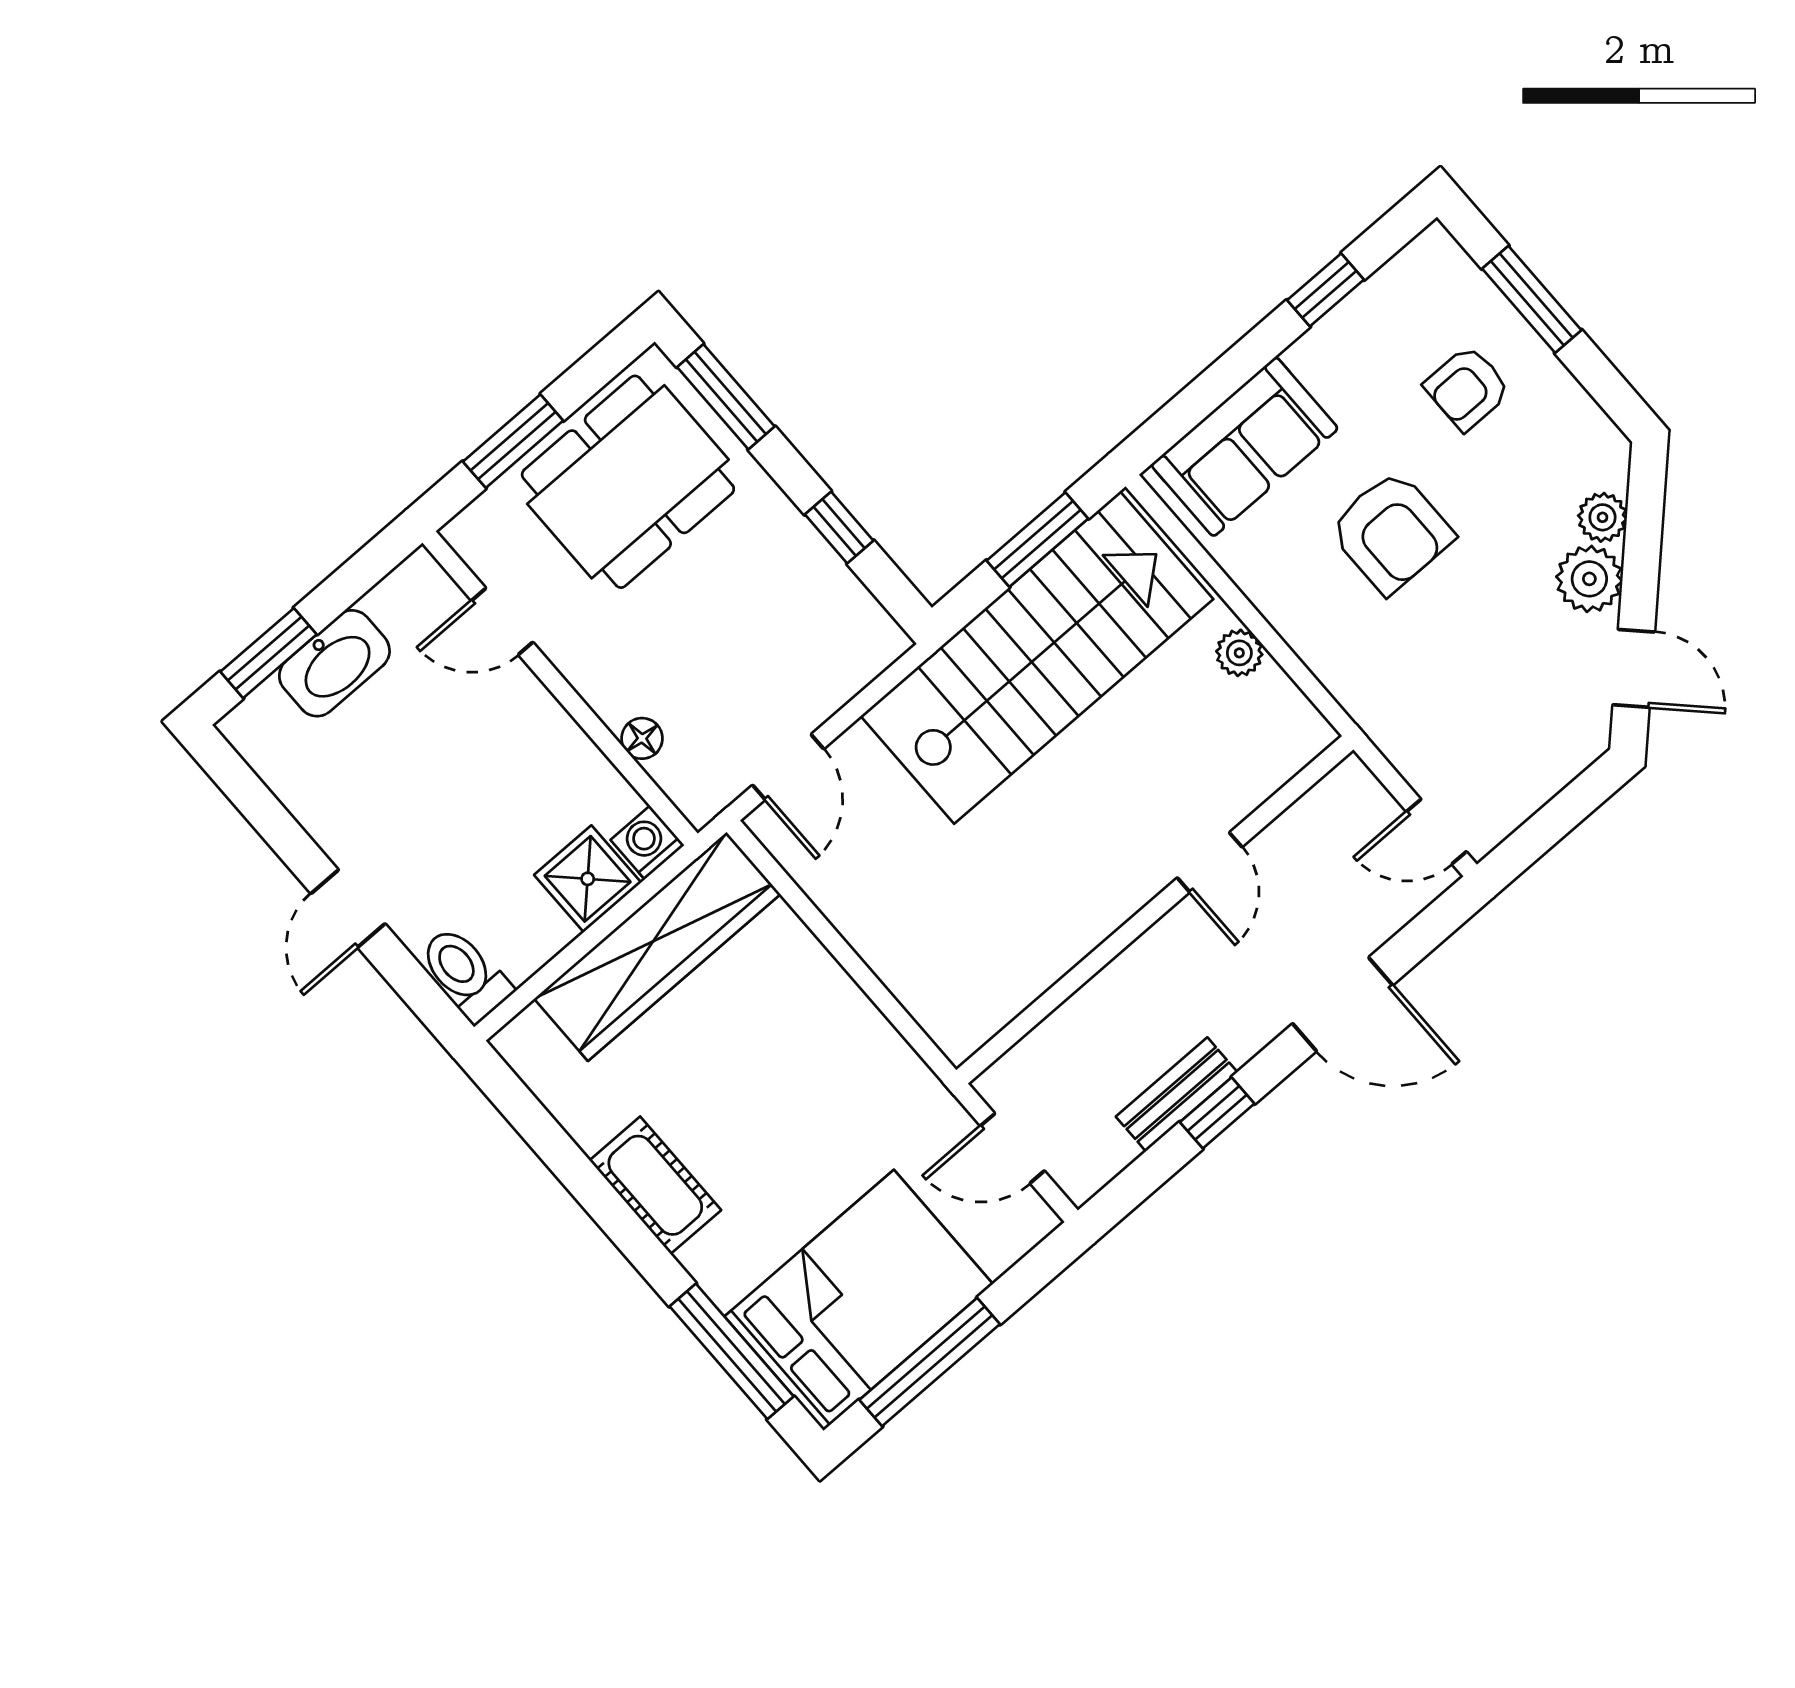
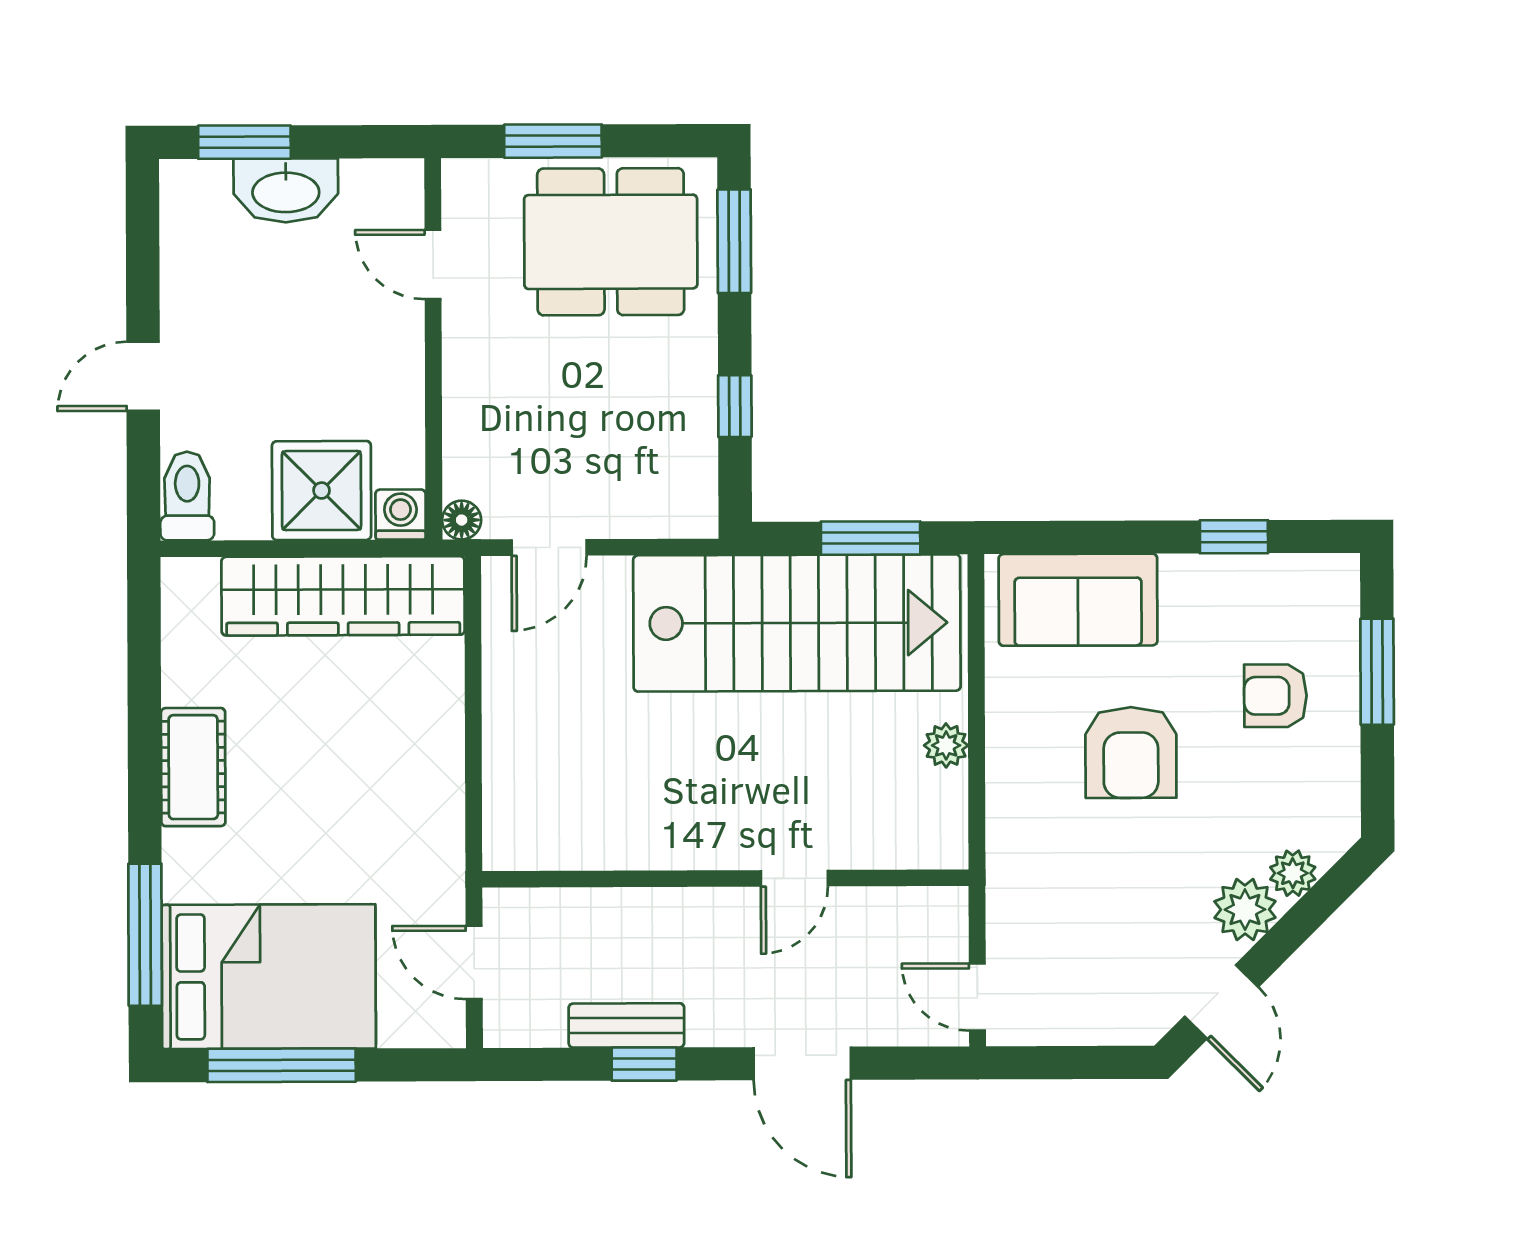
floor lamp: (642, 738) -> (462, 520), moved
shower: (588, 879) -> (322, 491), width x1.36, depth x1.36

